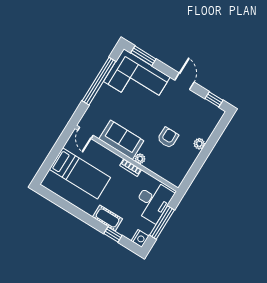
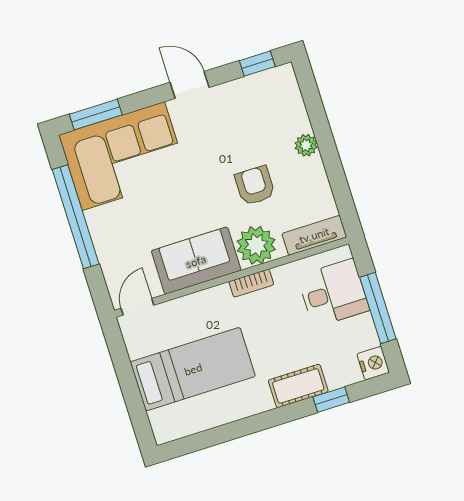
door: (85, 133) -> (137, 307), swing flipped
plant: (140, 159) -> (256, 245), width x1.88, depth x1.88
tv unit: (169, 176) -> (314, 235), added
desk: (153, 201) -> (333, 293), width x0.73

